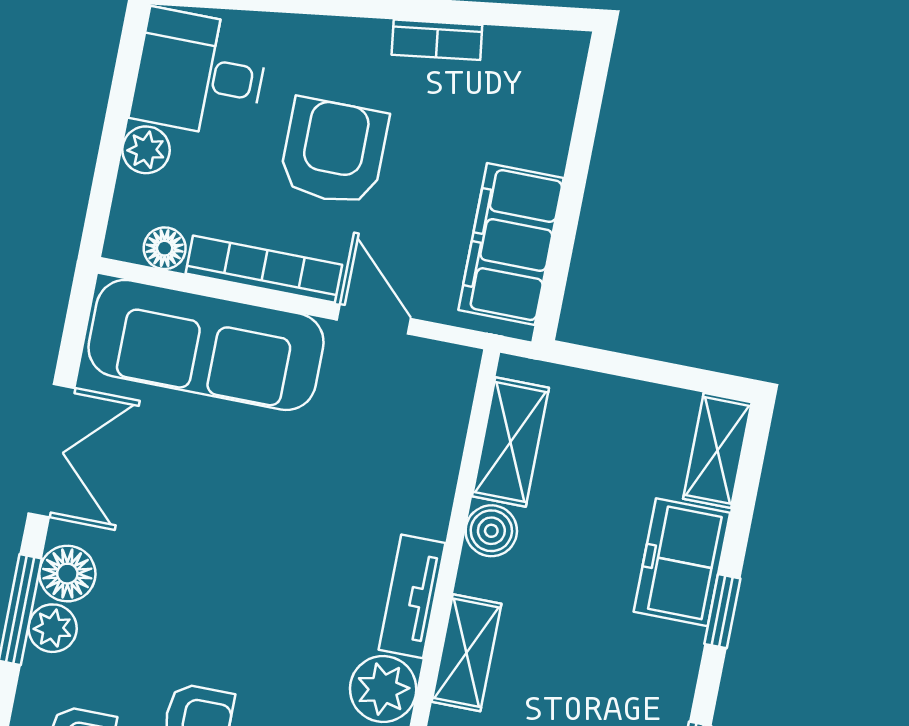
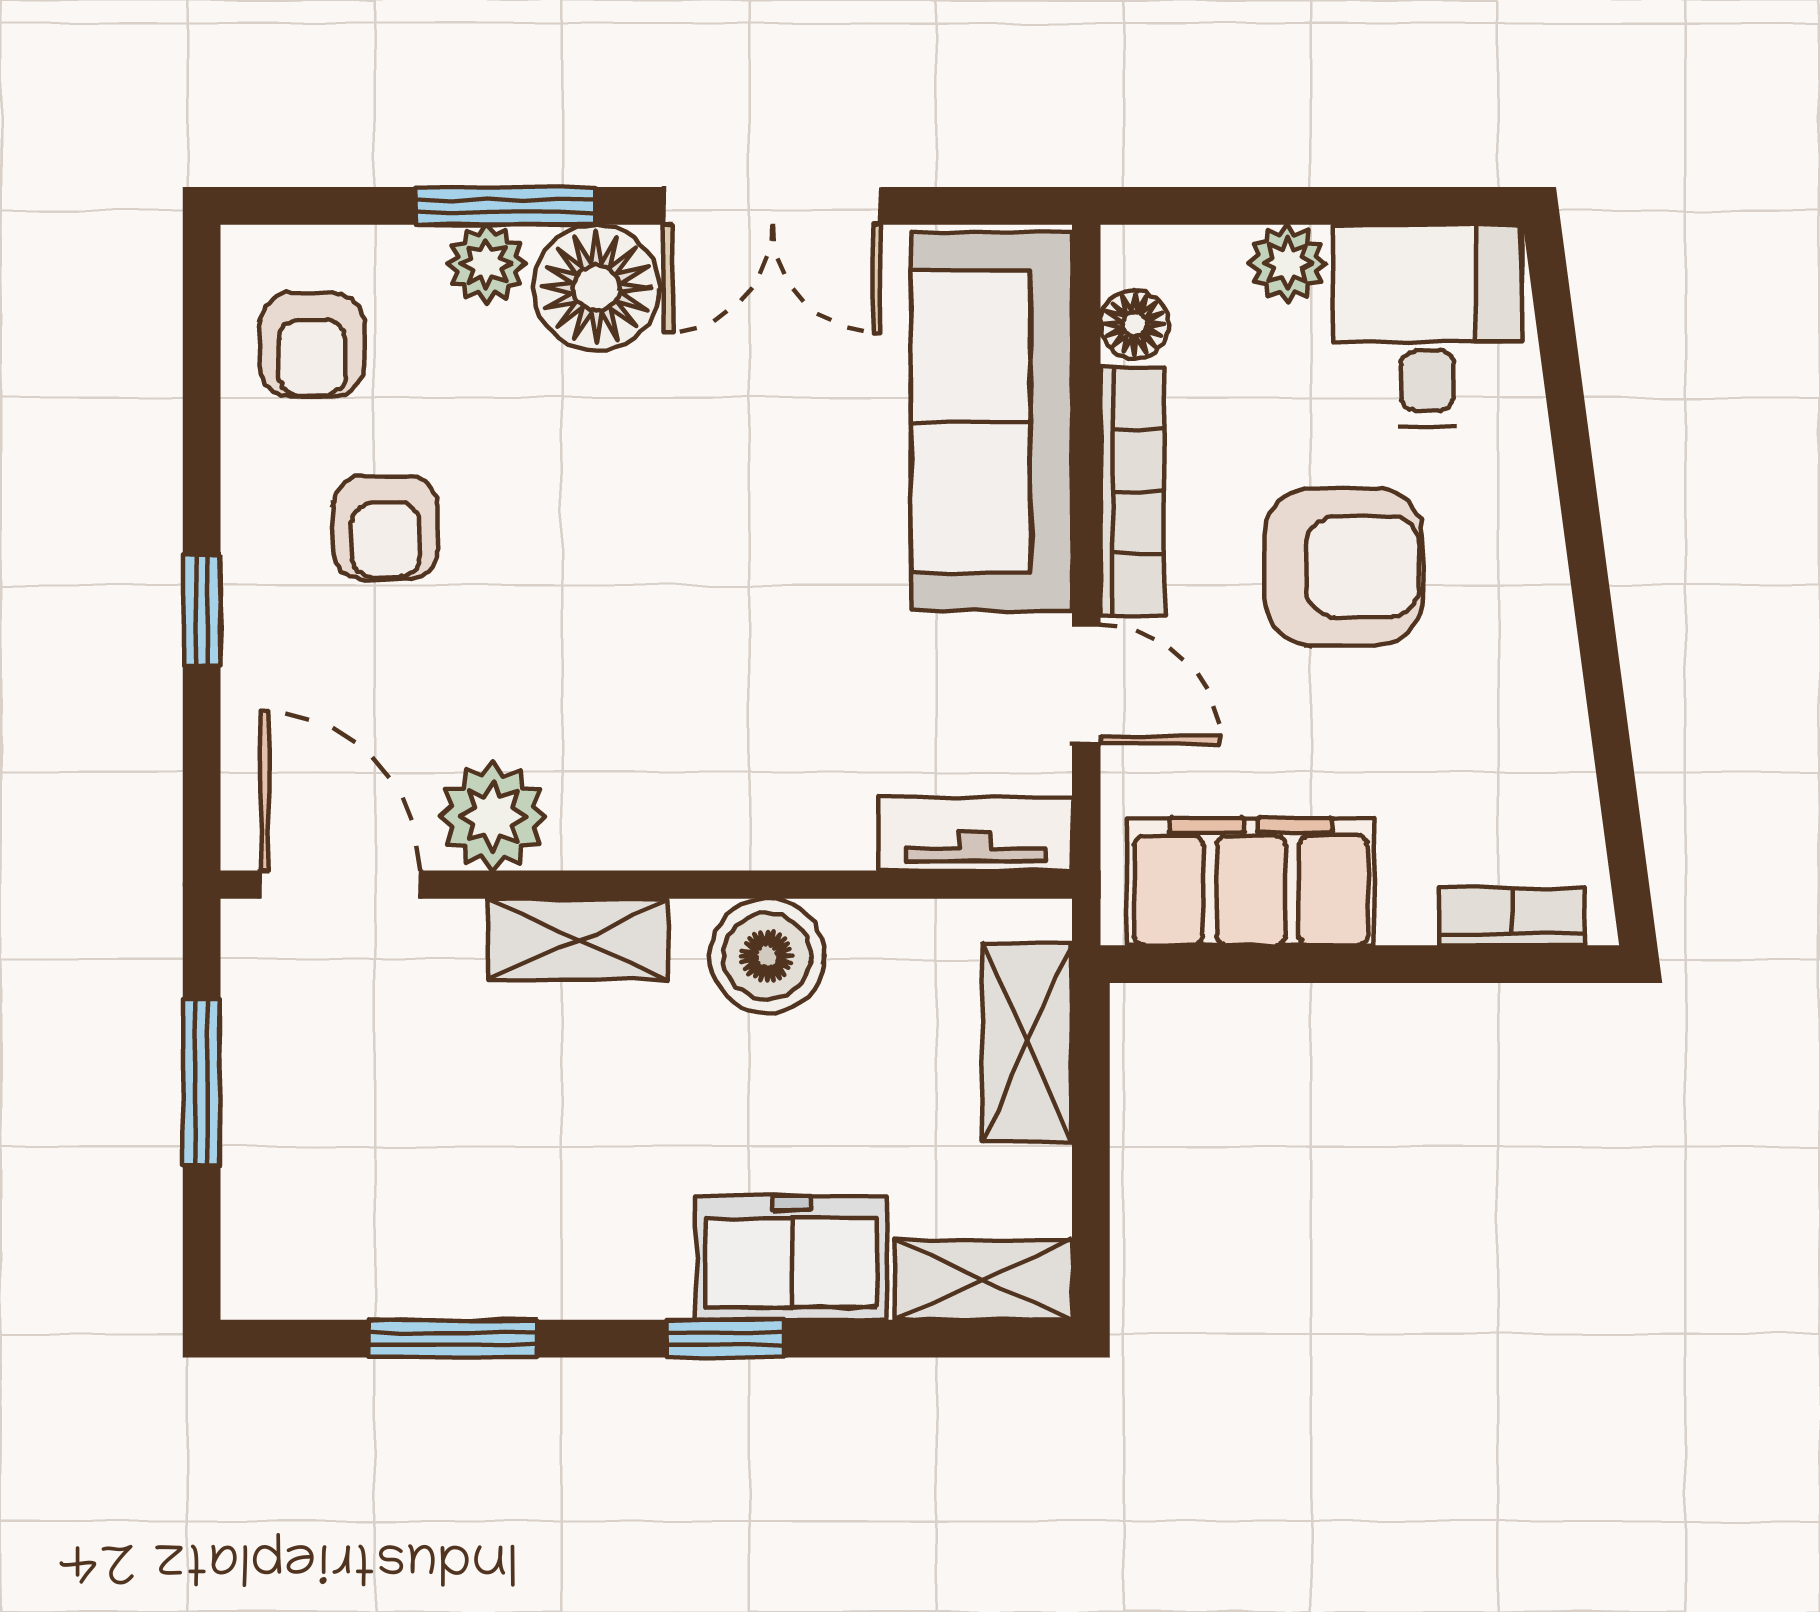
bookcase: (437, 40) -> (1512, 916), moved, turned 98
door: (374, 319) -> (1086, 684), hinge flipped
shelving: (510, 442) -> (1027, 1042), moved, turned 90
boiler: (491, 531) -> (767, 956), width x1.36, depth x1.36
floor lamp: (67, 574) -> (596, 288), width x1.38, depth x1.38
tv unit: (412, 596) -> (975, 834), moved

